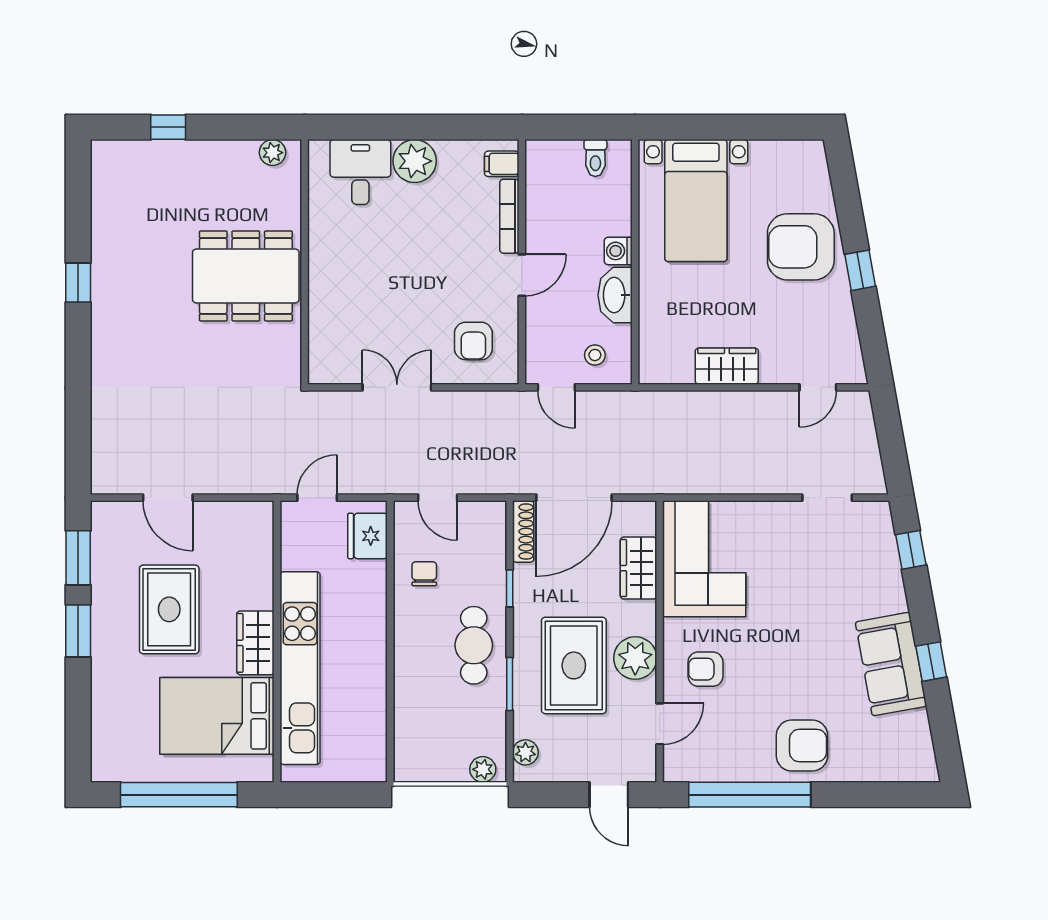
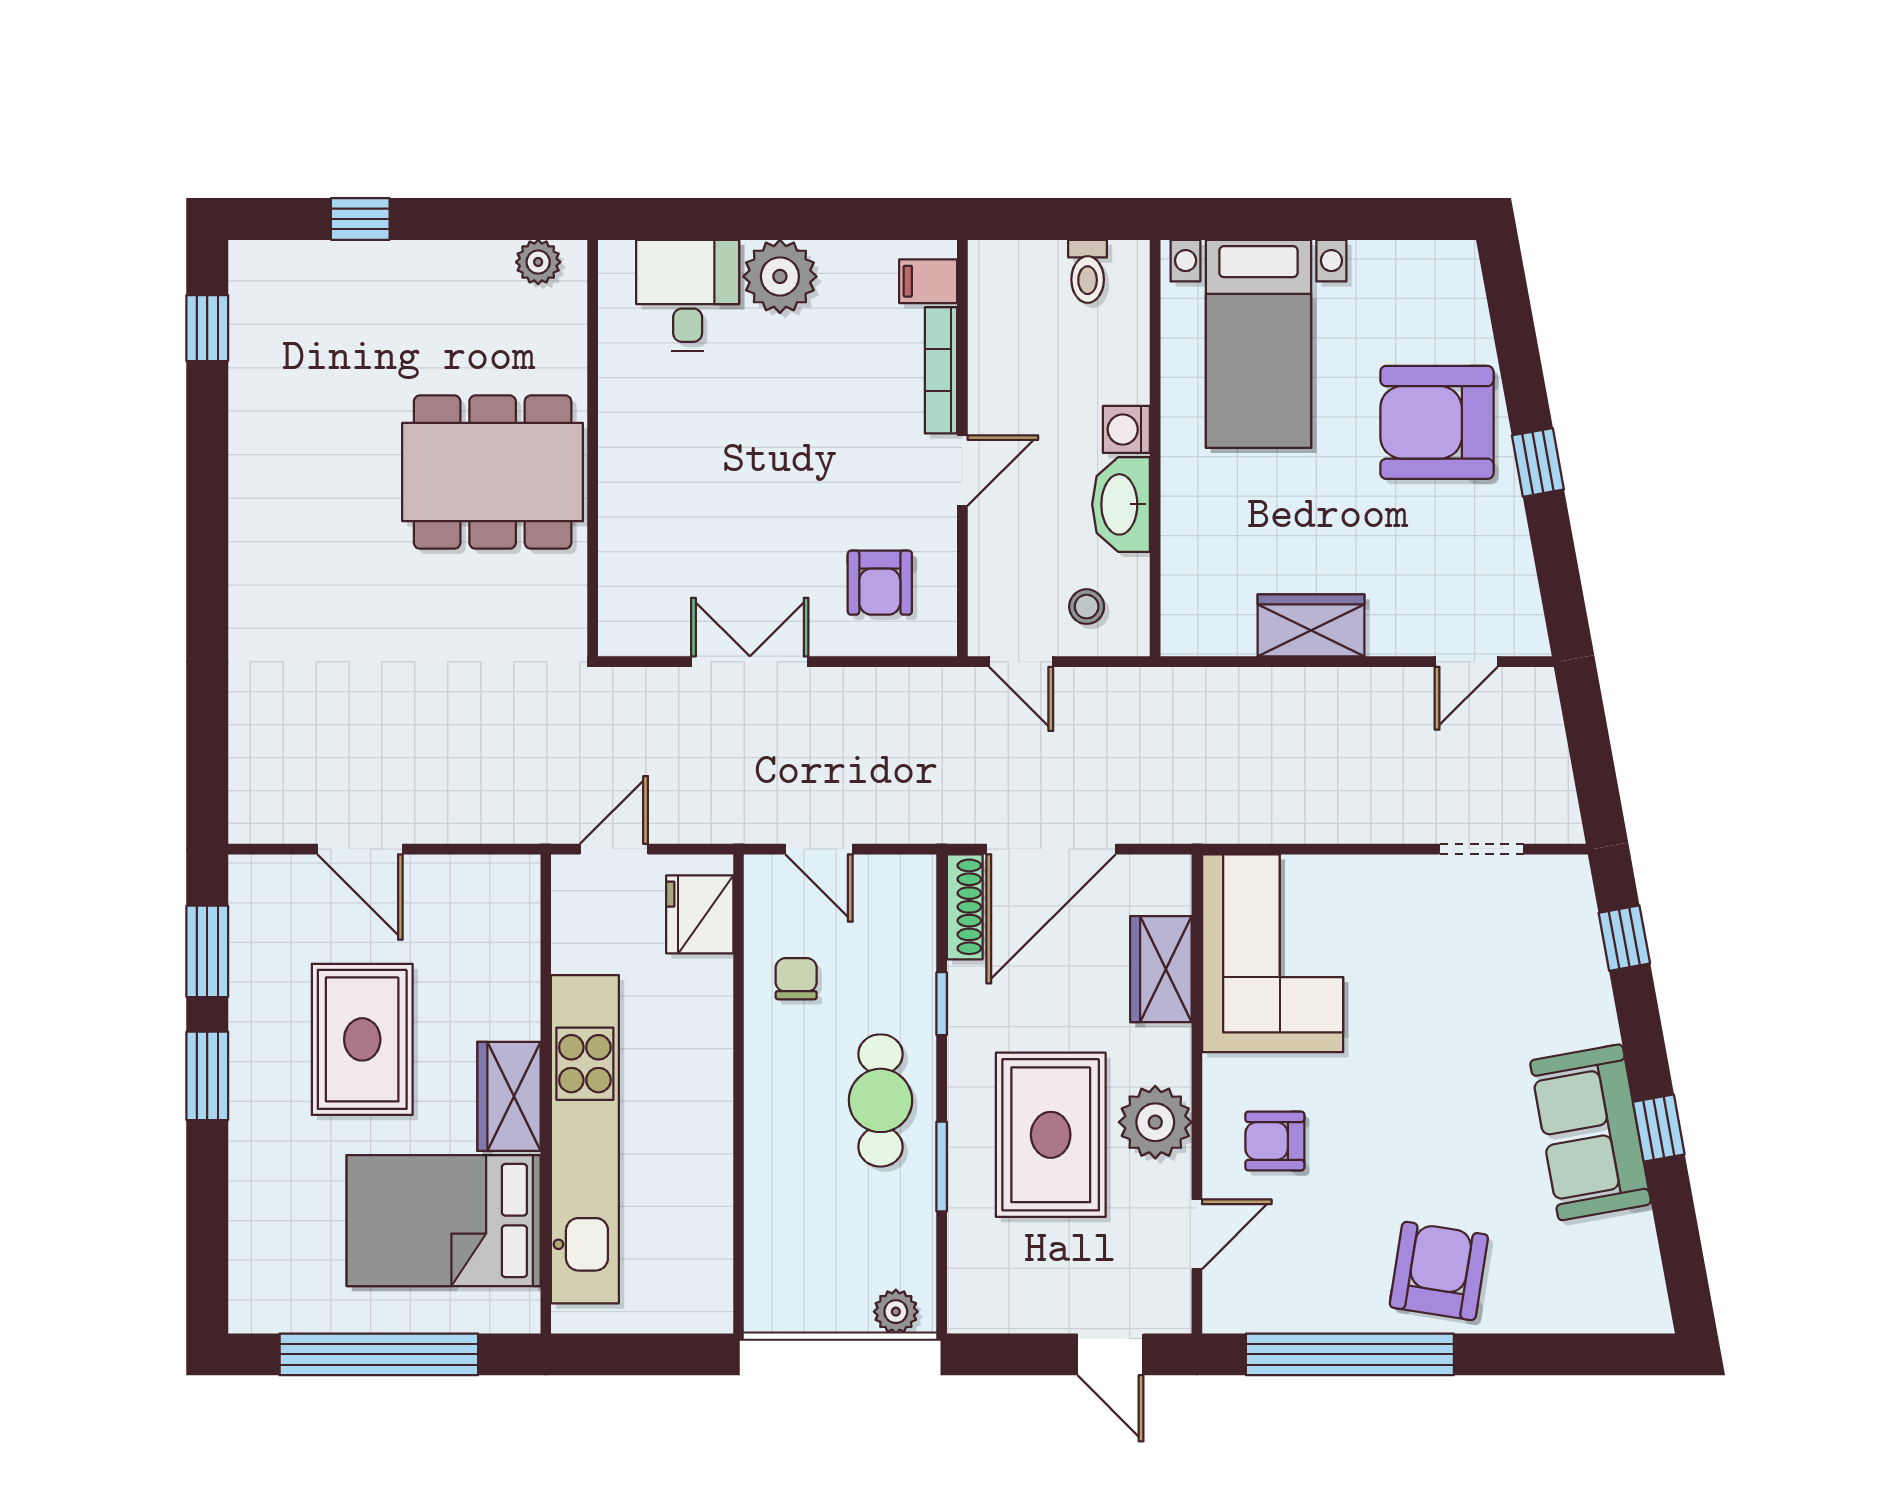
window: (78, 283) -> (207, 328), moved
armchair: (802, 746) -> (1439, 1271), turned -81
plant: (525, 752) -> (968, 1283), removed

